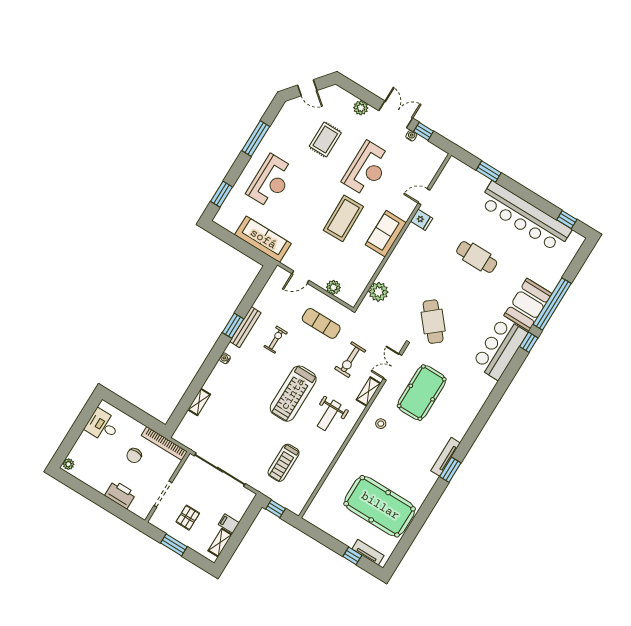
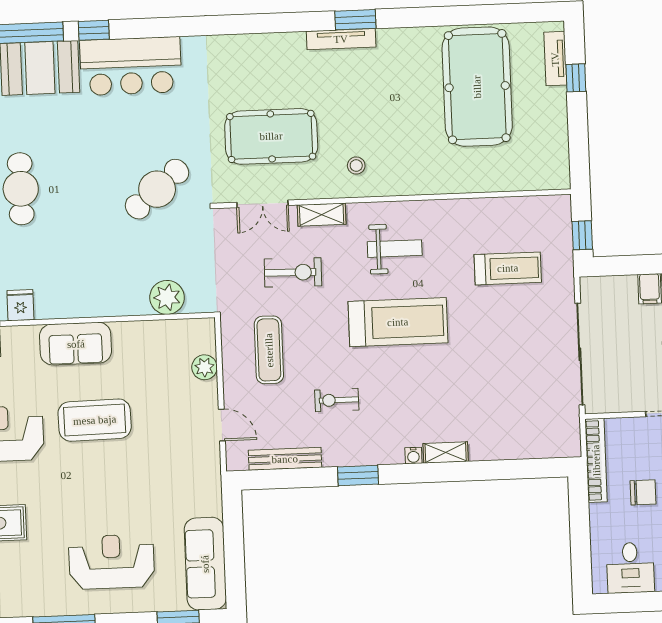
sofa: (263, 239) -> (205, 564), moved
bench: (245, 327) -> (285, 459), moved
shelving: (199, 402) -> (446, 453), moved

